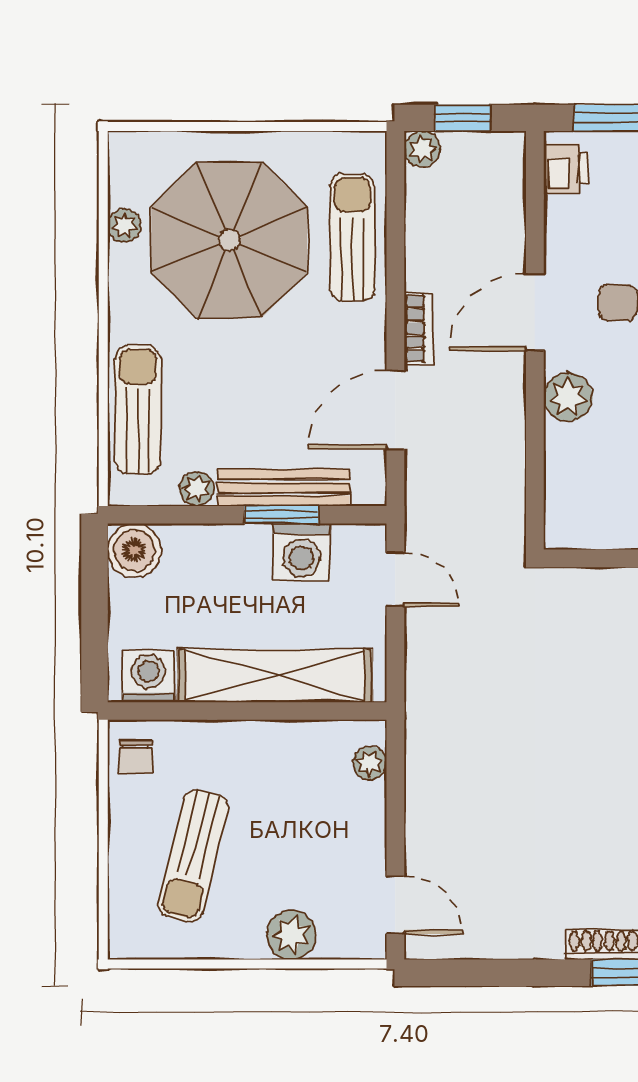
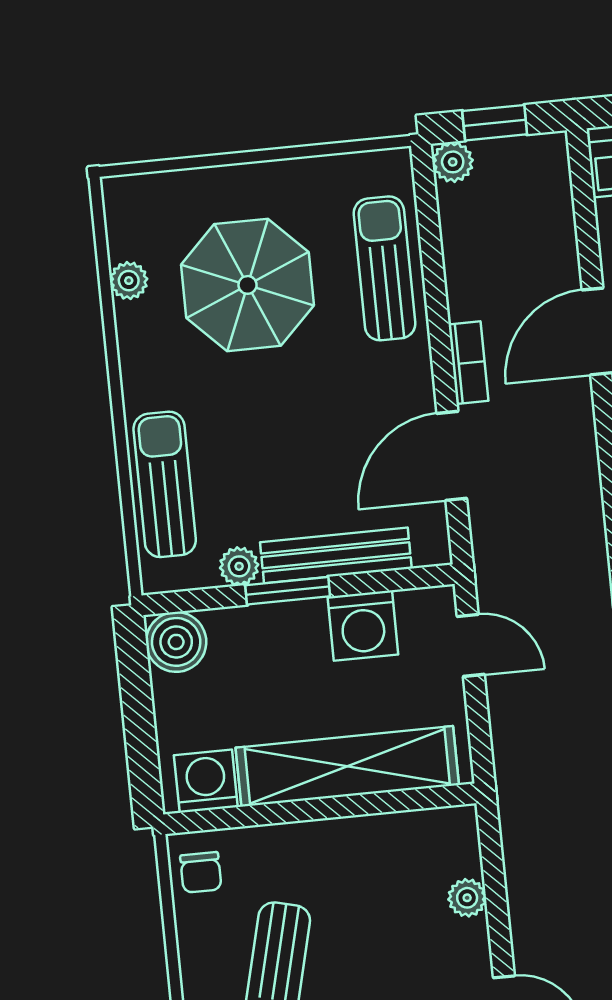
parasol: (229, 240) -> (248, 285), width x0.73, depth x0.73
window: (281, 515) -> (288, 591), moved
plant: (370, 763) -> (467, 898), moved

